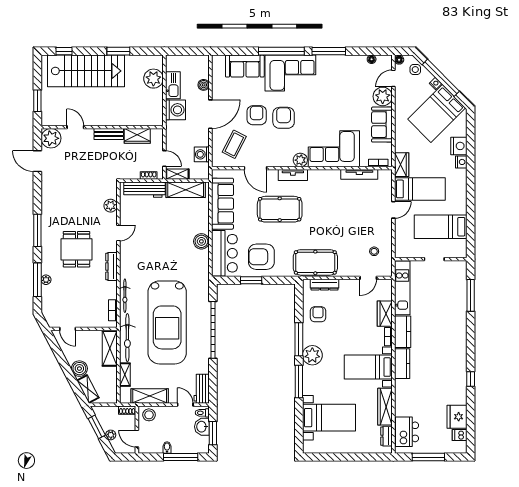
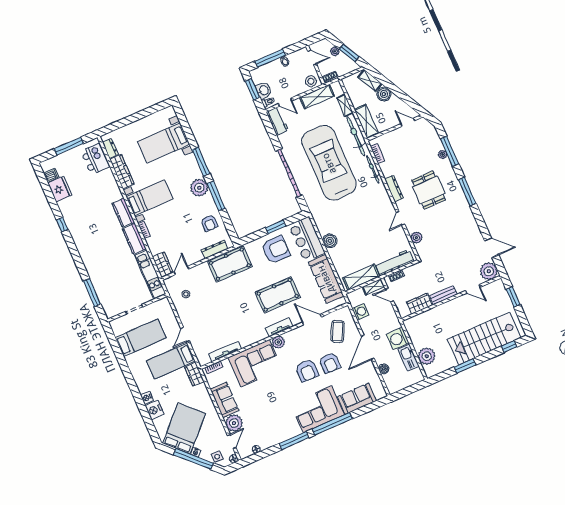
wardrobe: (385, 314) -> (163, 264), moved

